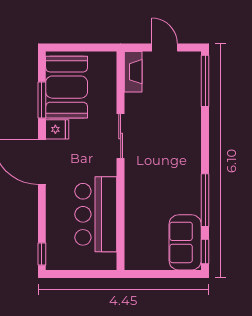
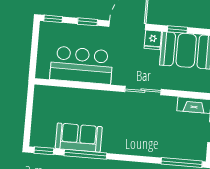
window: (42, 100) -> (177, 30), width x0.67
window: (42, 211) -> (88, 22), added
sofa: (185, 242) -> (79, 138), moved

